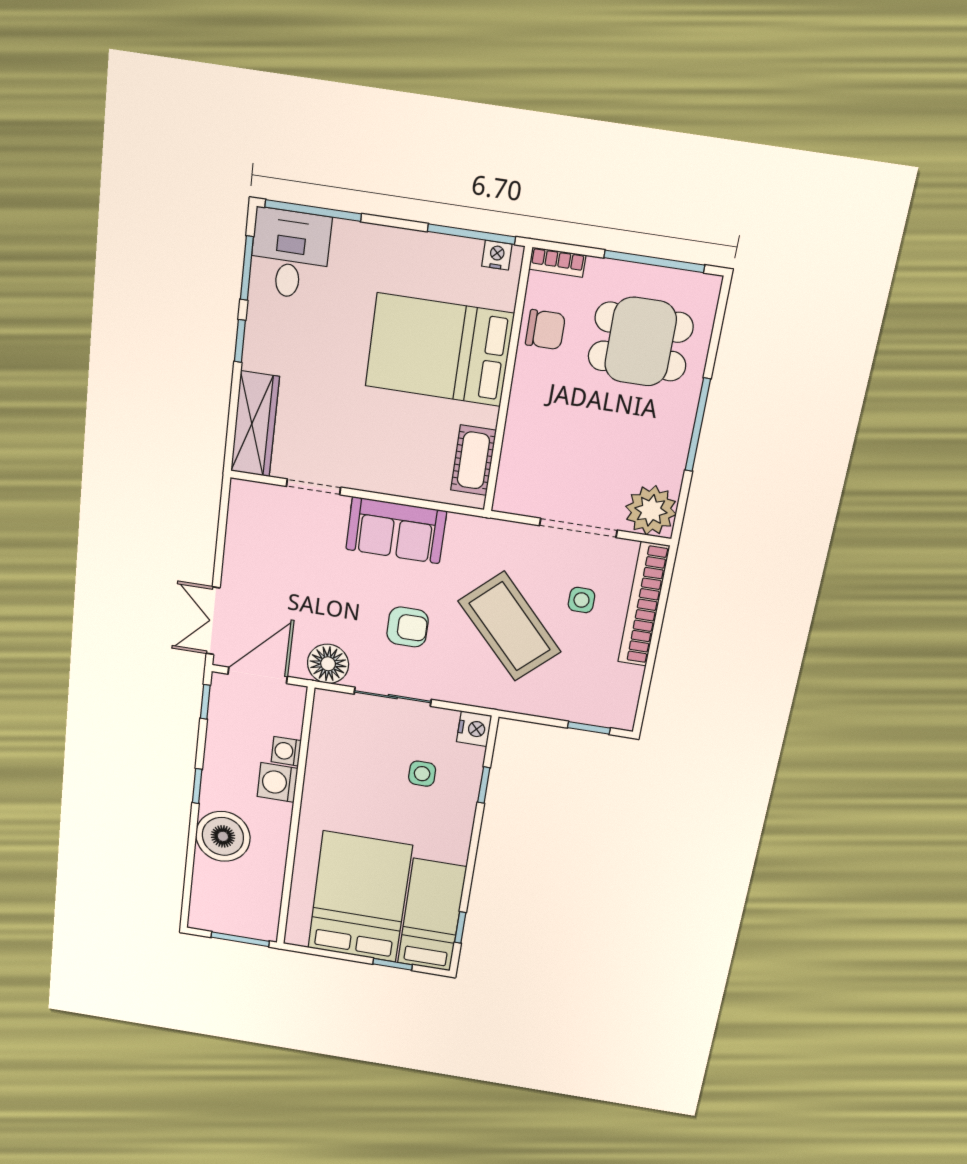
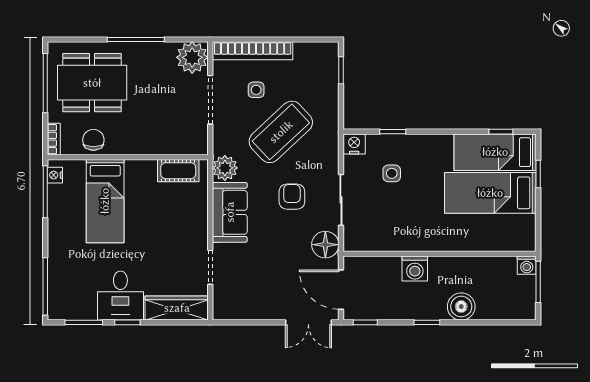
desk: (290, 254) -> (120, 296), moved, turned -90
dining table: (641, 342) -> (92, 83), width x1.38
bed: (439, 350) -> (105, 201), width x0.67
plant: (467, 534) -> (225, 168), added
washing machine: (286, 751) -> (527, 265), moved
boiler: (223, 836) -> (461, 307), width x0.73, depth x0.73
bed: (360, 897) -> (490, 193), width x0.67

